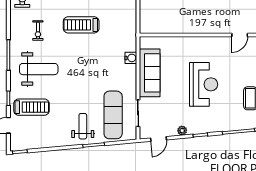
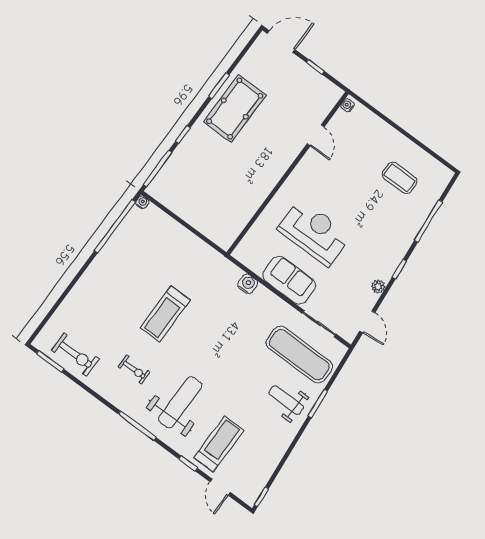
sofa: (150, 73) -> (289, 280), width x0.73
reception desk: (204, 84) -> (314, 232), moved

